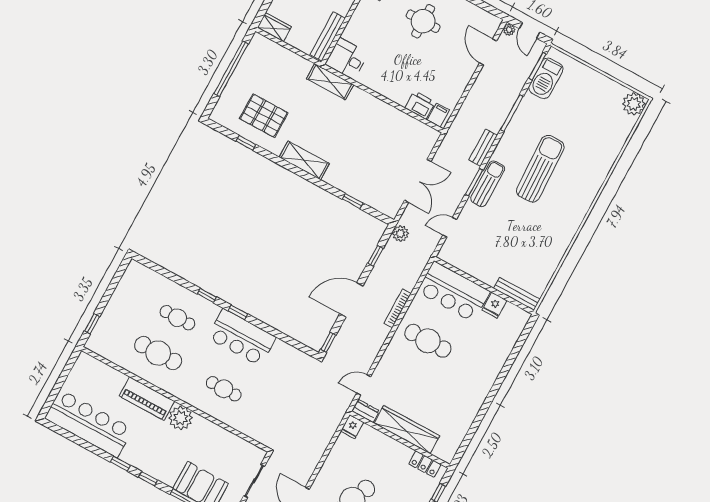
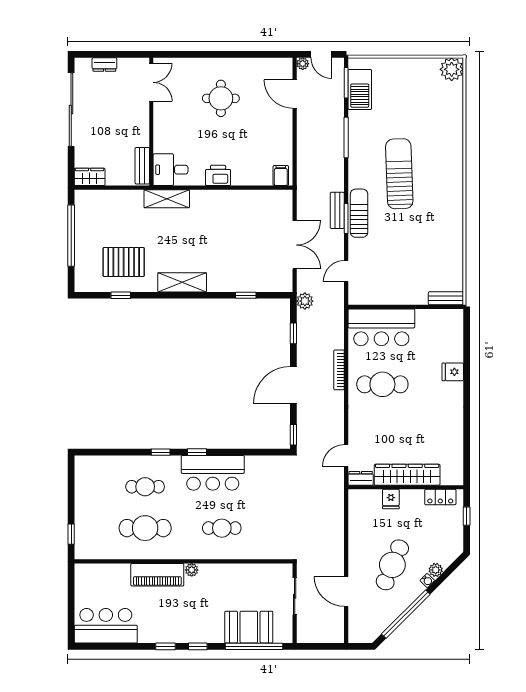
bench: (328, 36) -> (142, 166), width x0.73
printer: (420, 105) -> (218, 175), moved
bench: (483, 148) -> (337, 210), moved
bench: (517, 294) -> (446, 298), width x0.73
fridge: (494, 305) -> (453, 372), moved, turned 90
plant: (181, 418) -> (192, 570), width x0.53, depth x0.53
bar counter: (89, 424) -> (106, 626), width x0.73
fridge: (352, 427) -> (391, 499), moved

